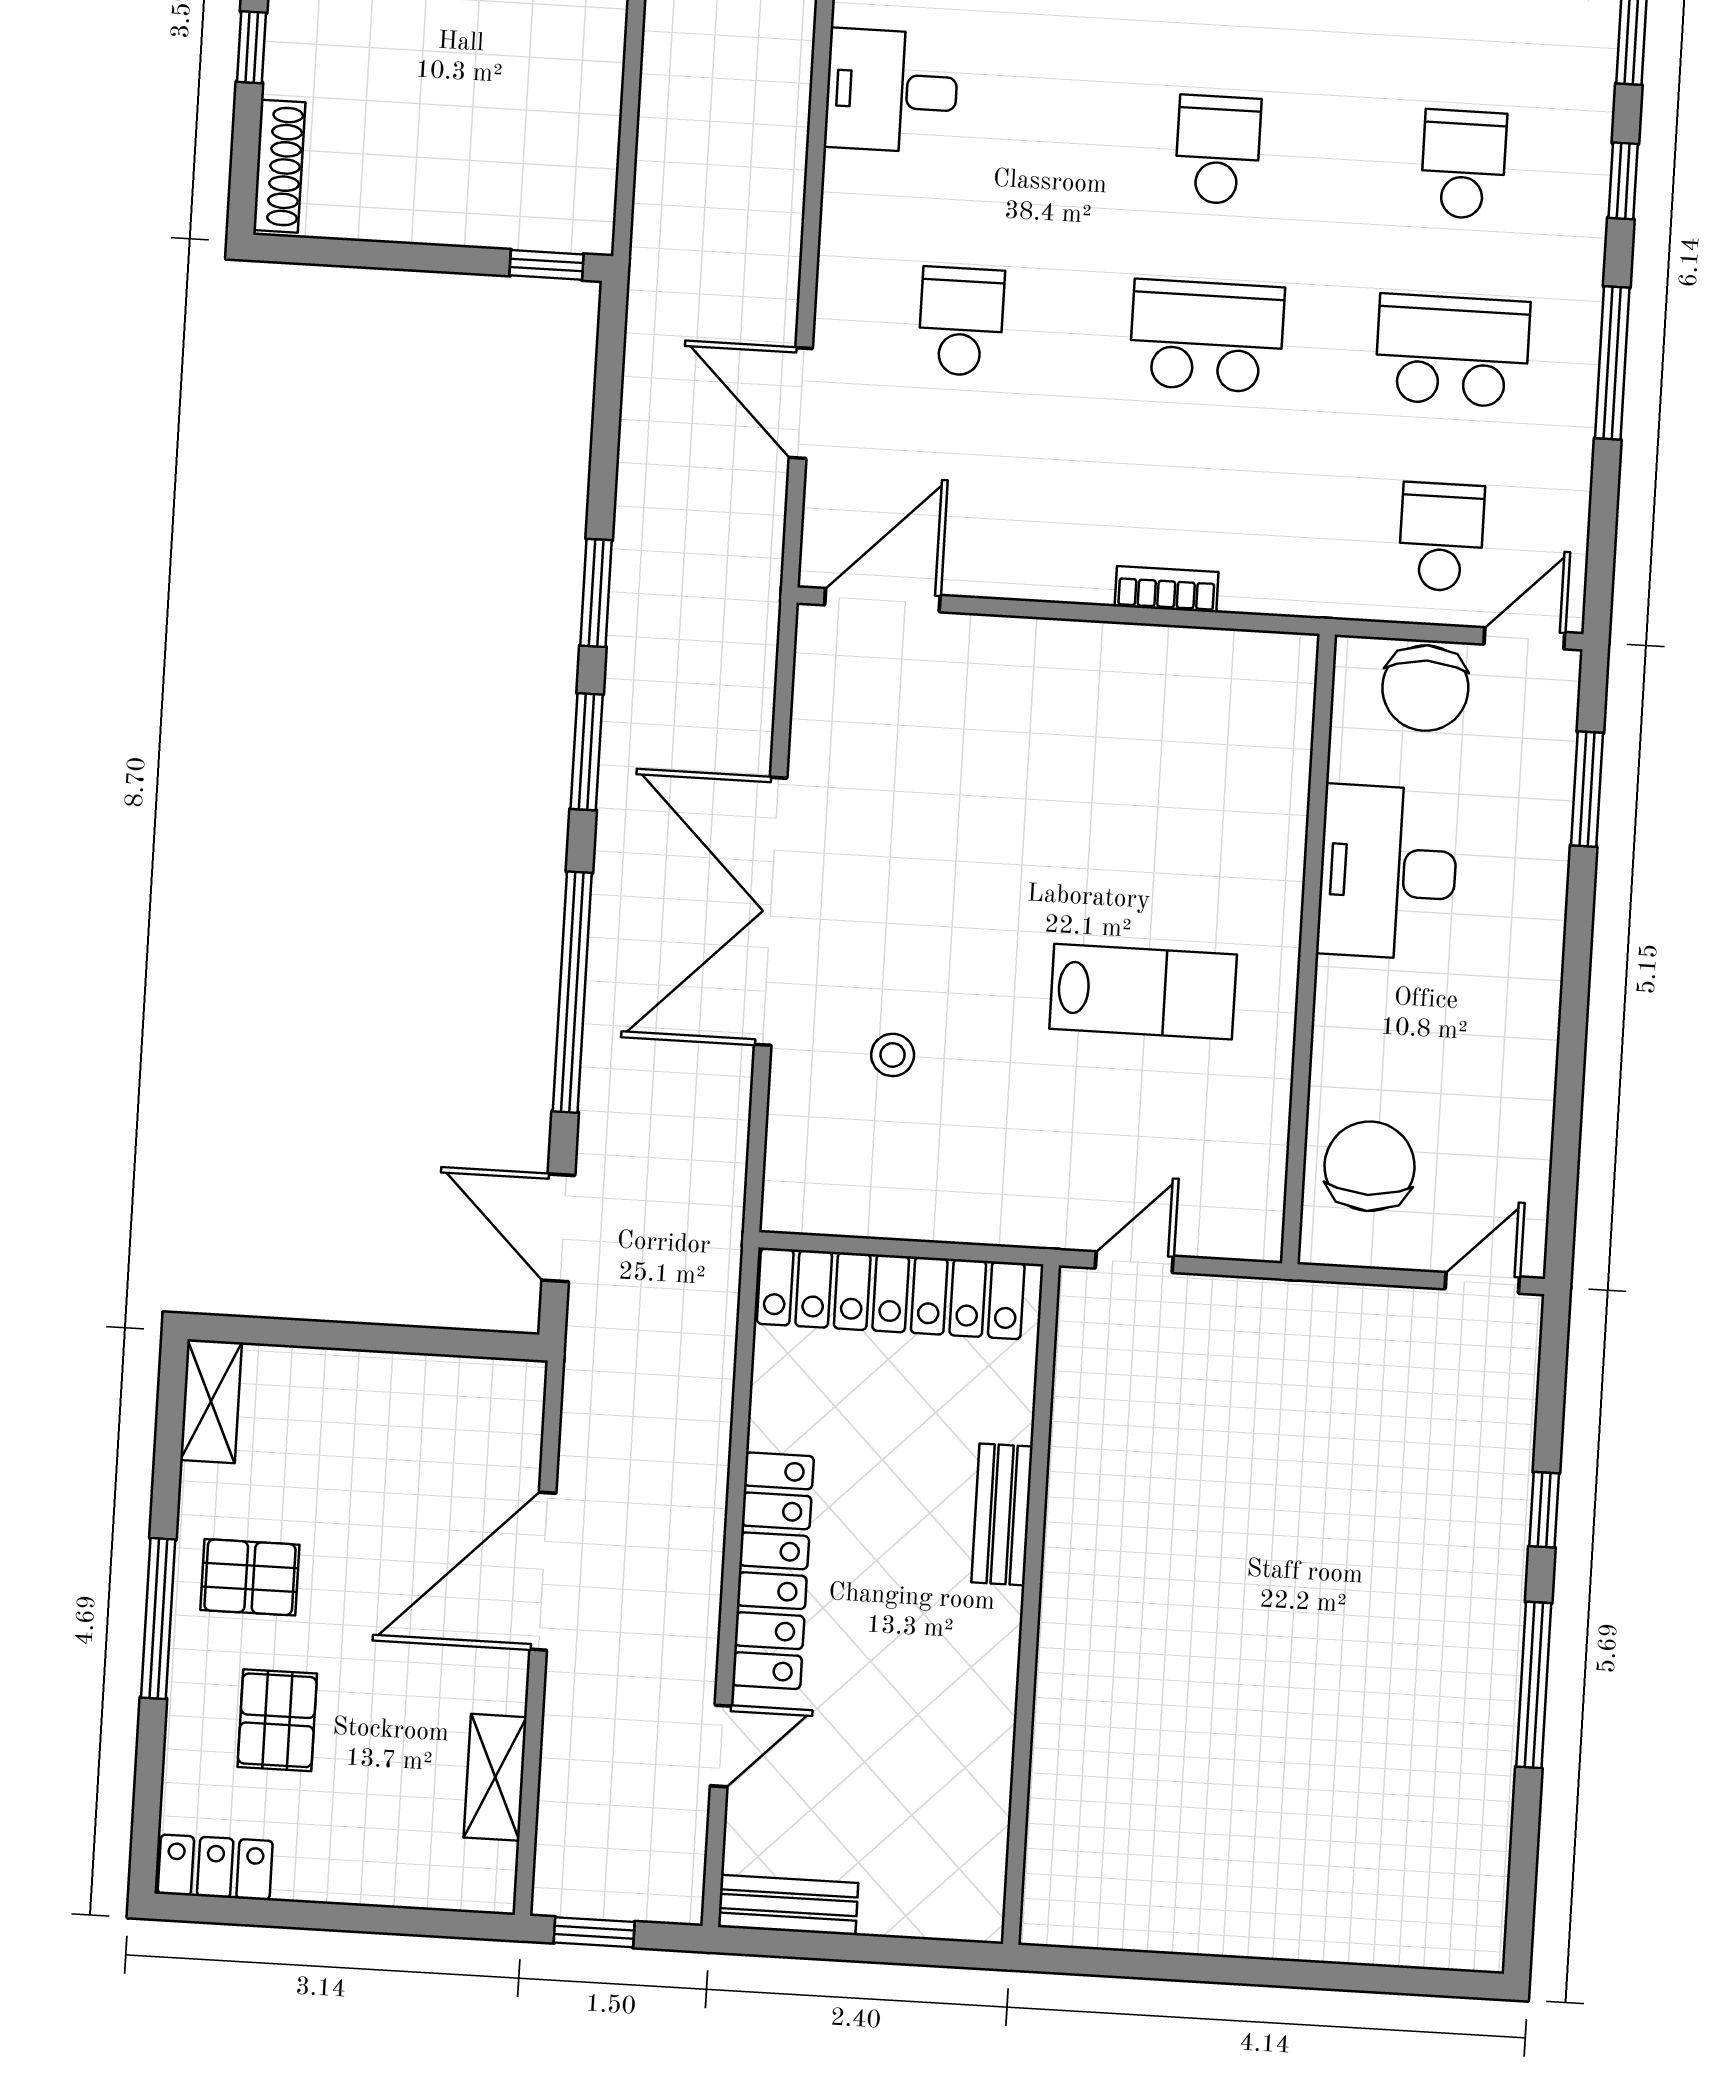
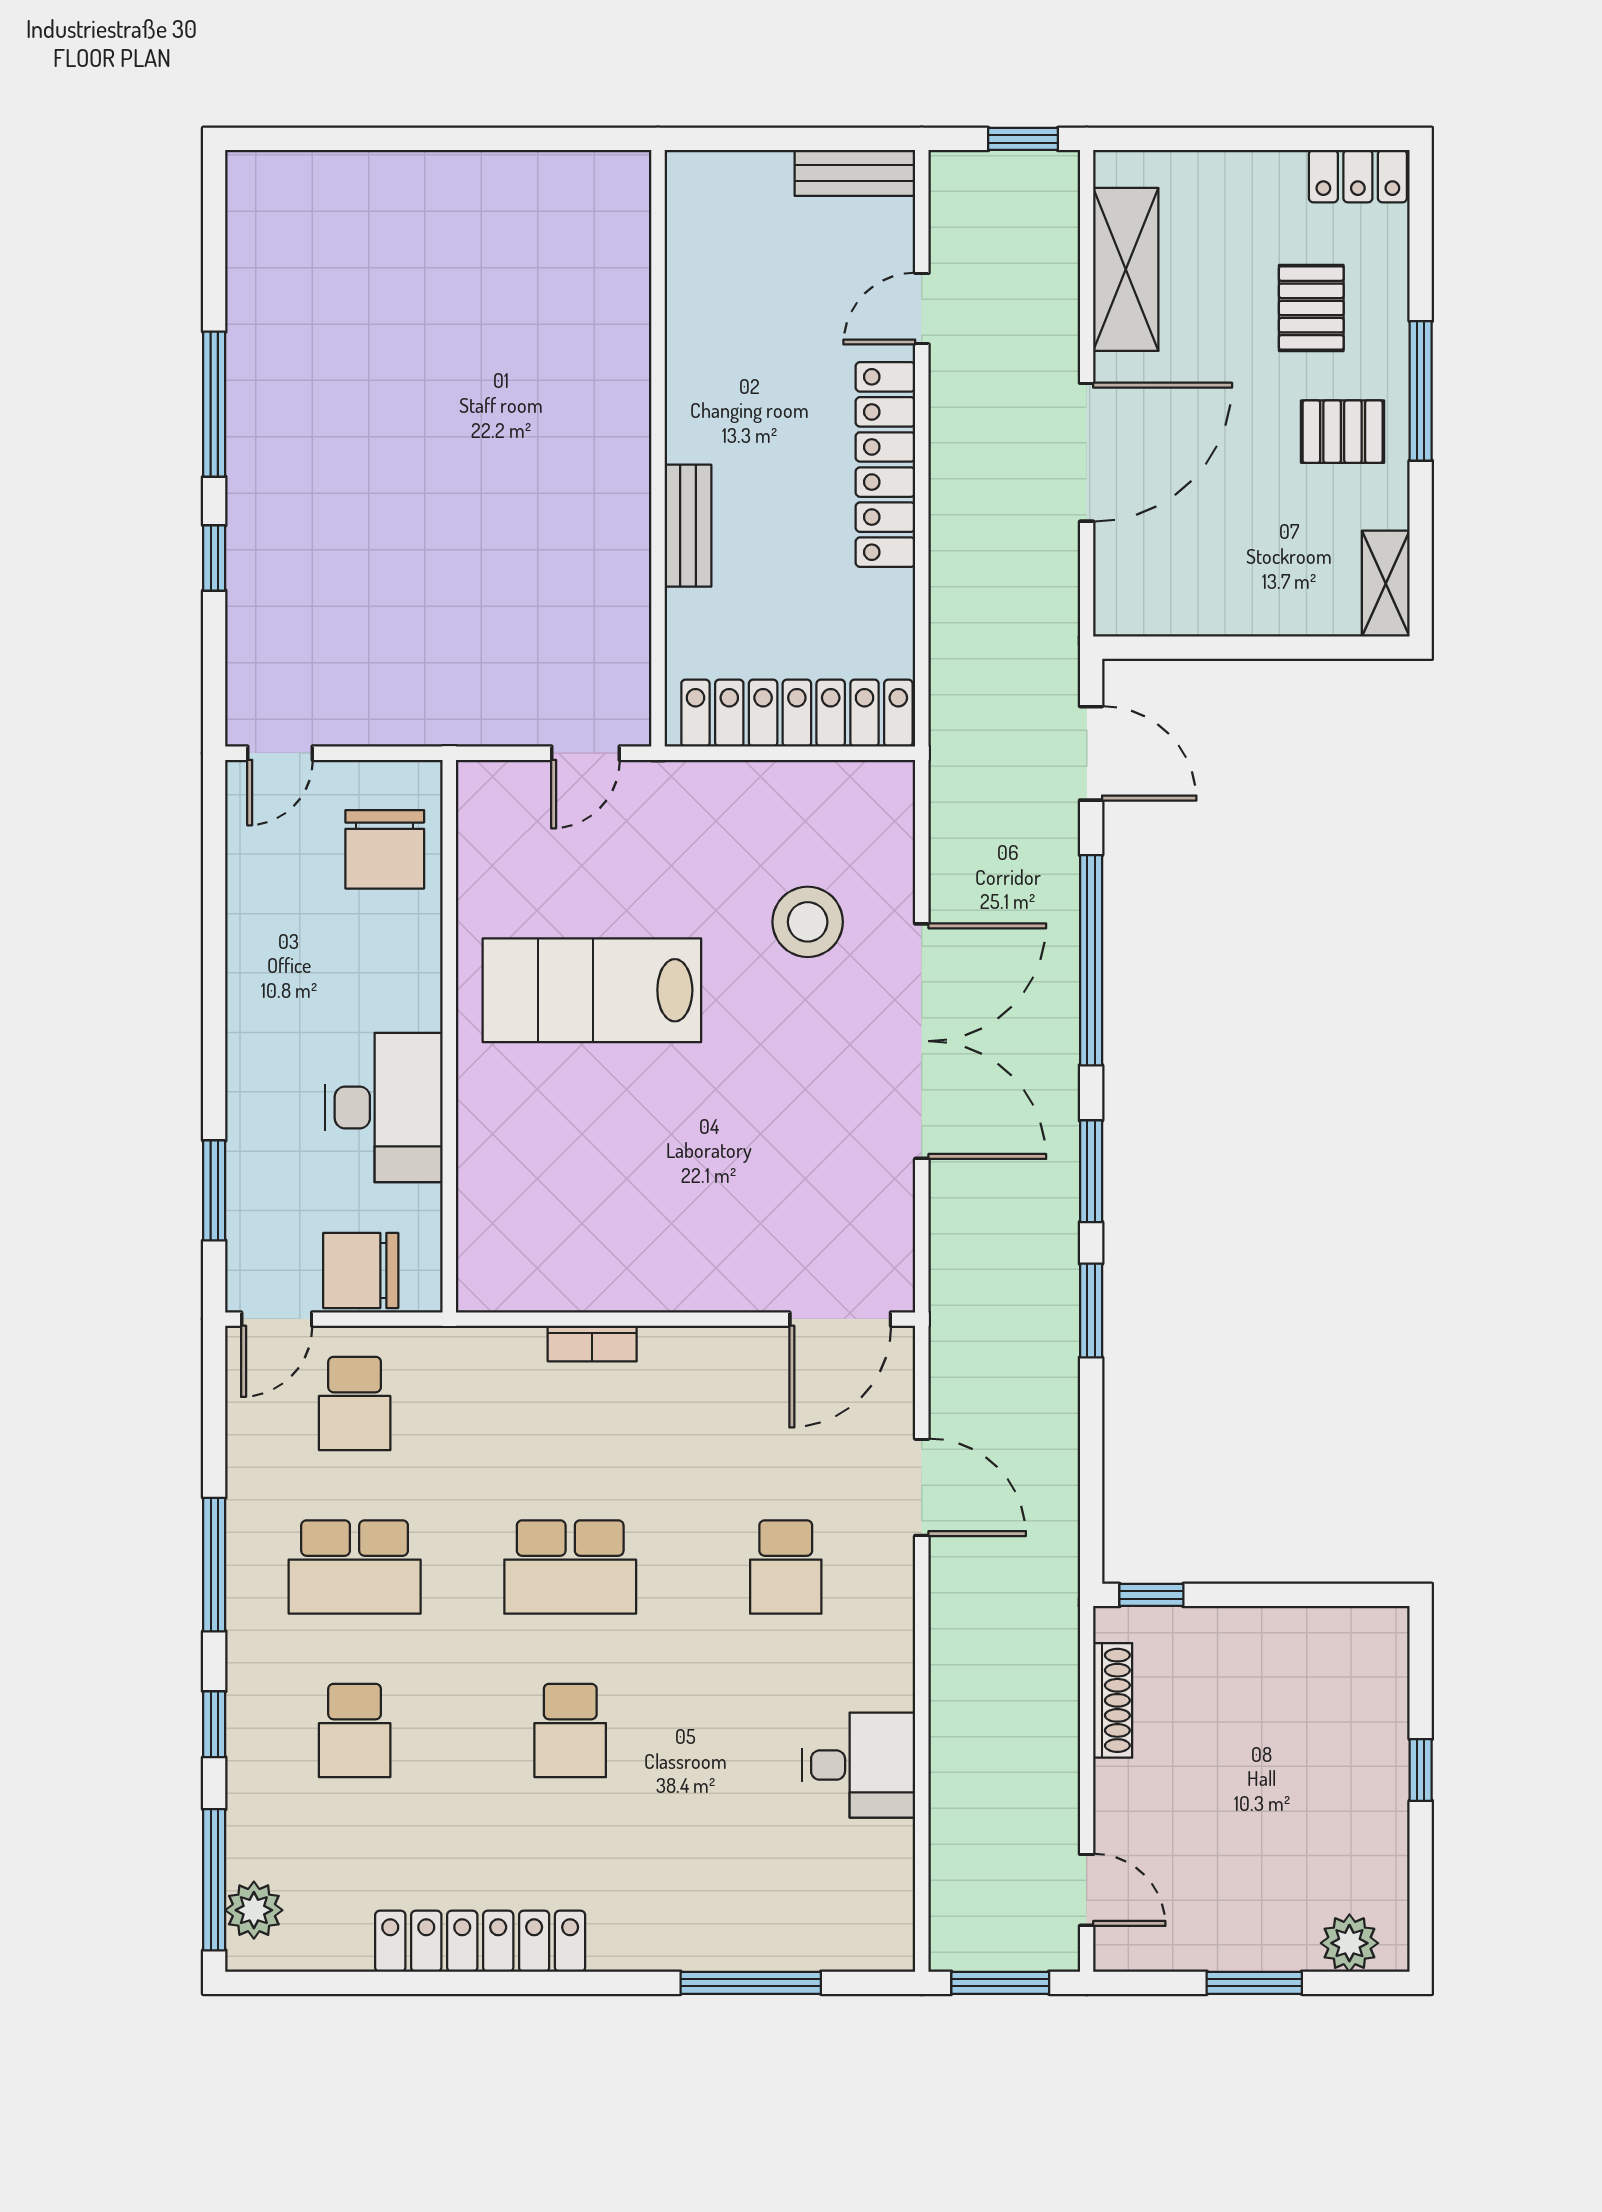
shoe rack: (279, 166) -> (1113, 1700), moved, turned 180
chair: (1425, 688) -> (361, 1270), turned -90
lab bench: (1143, 992) -> (592, 990), width x1.36, depth x1.39
stool: (893, 1055) -> (808, 922), width x1.89, depth x1.89
shelving: (495, 1777) -> (1126, 269), width x1.50, depth x1.33

